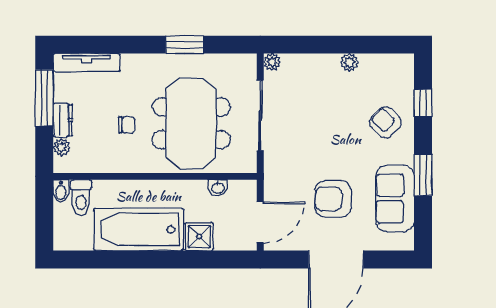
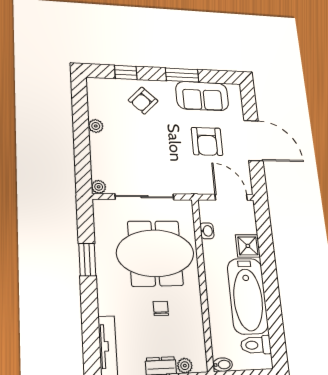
toilet: (81, 197) -> (256, 345), moved, turned 180

